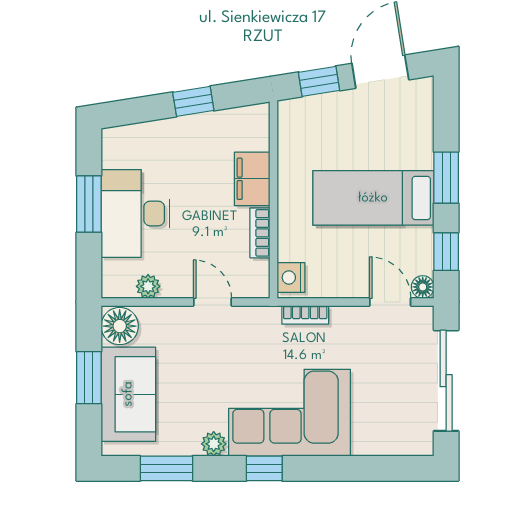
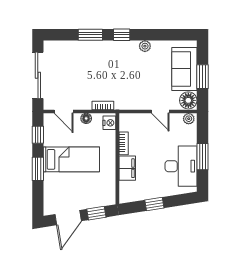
desk: (136, 213) -> (181, 166), moved
plant: (148, 286) -> (189, 119), moved
floor lamp: (423, 287) -> (86, 118), moved
door: (213, 302) -> (160, 112), moved
corner sofa: (289, 413) -> (110, 60), removed
window: (166, 468) -> (90, 35), moved

